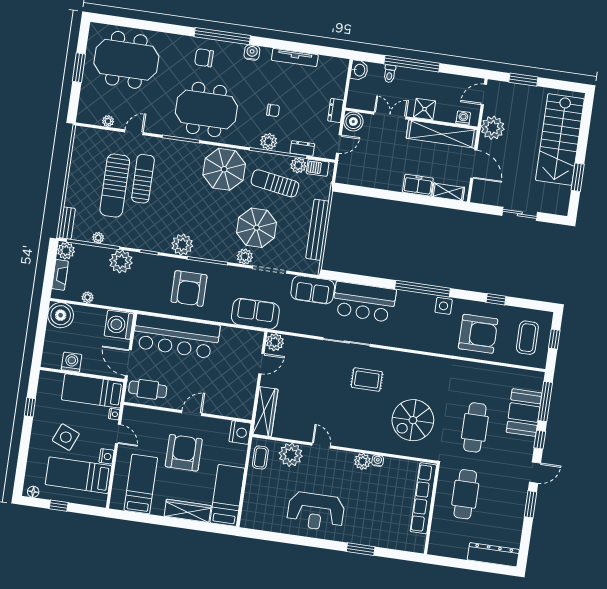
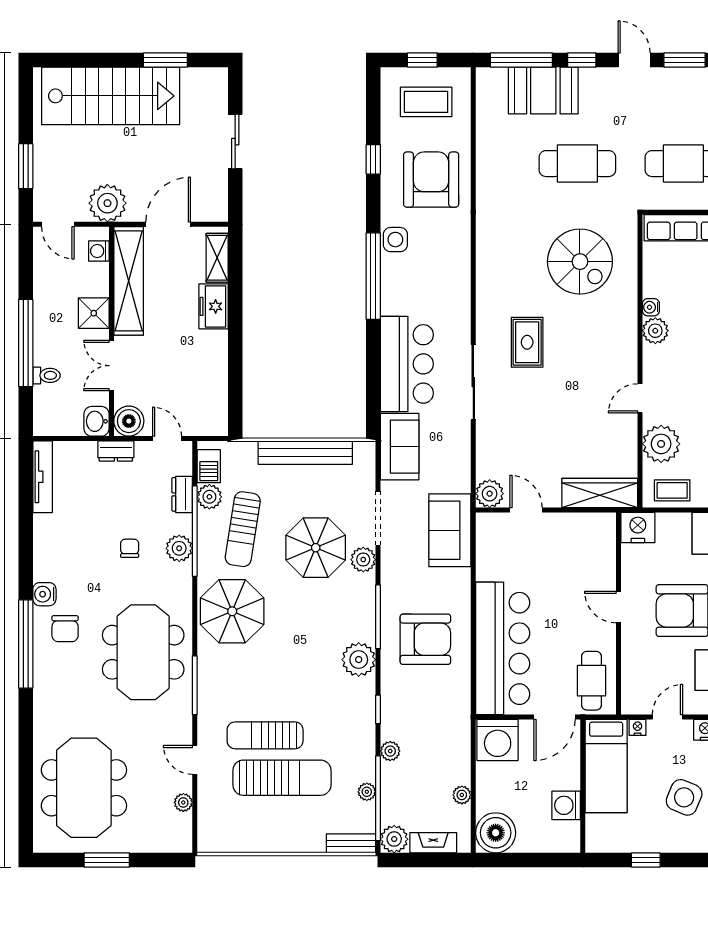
chair: (204, 58) -> (65, 629), moved
tv unit: (295, 58) -> (43, 477), moved
washbasin: (359, 70) -> (96, 421), moved, turned -90
plant: (121, 262) -> (390, 751), width x0.53, depth x0.53

